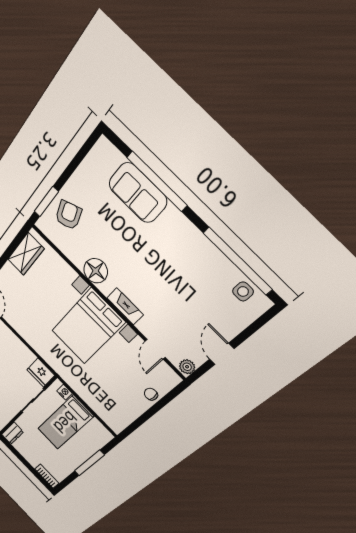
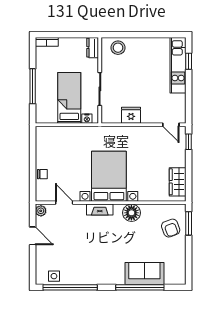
fridge: (41, 373) -> (131, 115), moved

